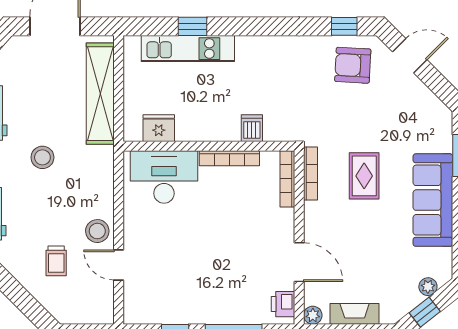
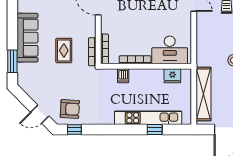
kitchen unit: (188, 49) -> (148, 118), width x1.36
stool: (97, 231) -> (205, 21), removed

